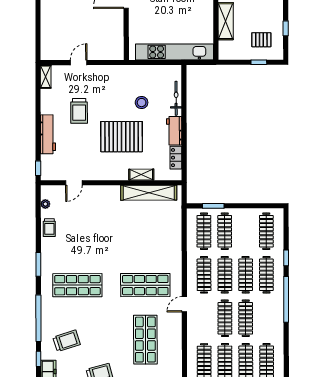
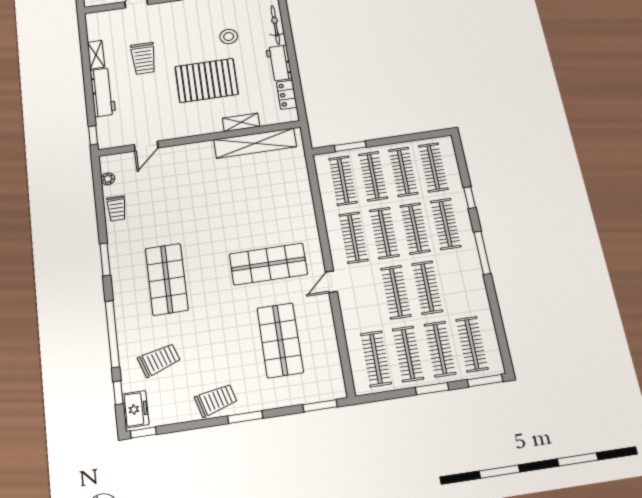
shelving: (46, 77) -> (96, 55), moved
clothes rail: (246, 231) -> (403, 172), added
shop shelf: (77, 285) -> (167, 279), turned 90
window: (286, 299) -> (482, 253), width x0.68

